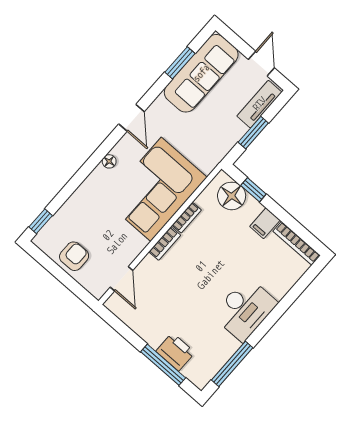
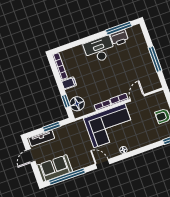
window: (180, 63) -> (67, 177), width x2.11
sofa: (201, 73) -> (55, 168), width x0.73
door: (132, 118) -> (102, 164), hinge flipped
door: (121, 279) -> (137, 98), moved
printer: (175, 352) -> (119, 38), moved, turned -90
window: (163, 365) -> (155, 59), moved

